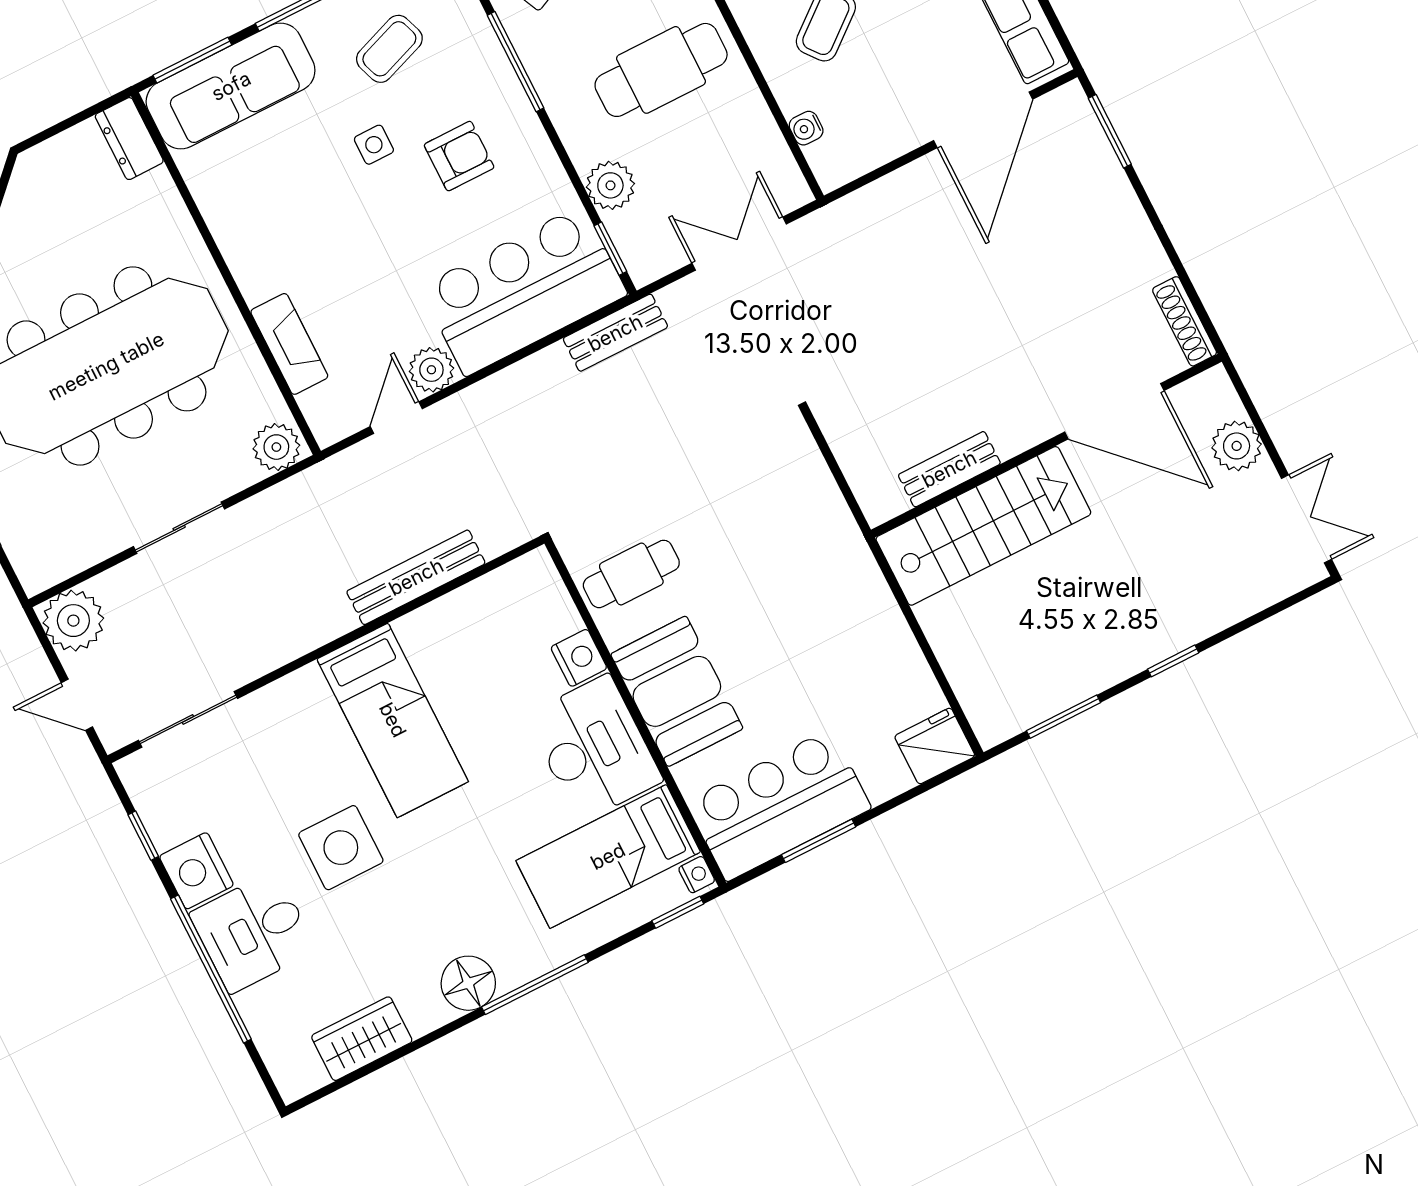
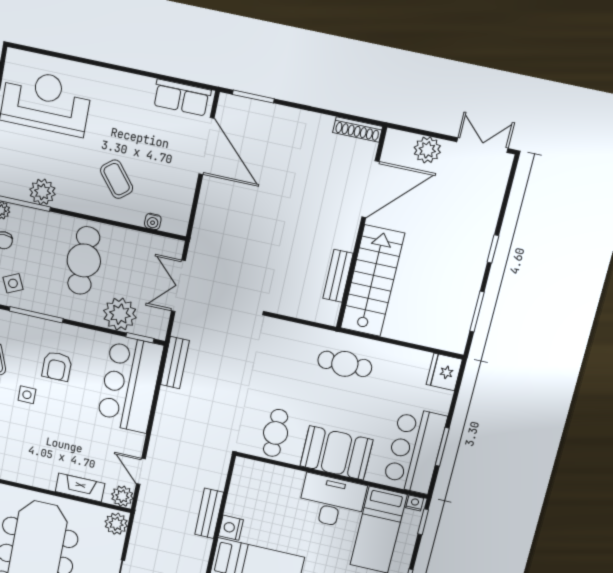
armchair: (459, 156) -> (57, 366), turned 180
plant: (610, 185) -> (120, 314), width x1.36, depth x1.36
plant: (431, 370) -> (122, 496), moved
bench: (416, 577) -> (209, 513), width x0.73
cafe table: (825, 589) -> (345, 364), added
nightstand: (579, 658) -> (231, 528), moved, turned -90

